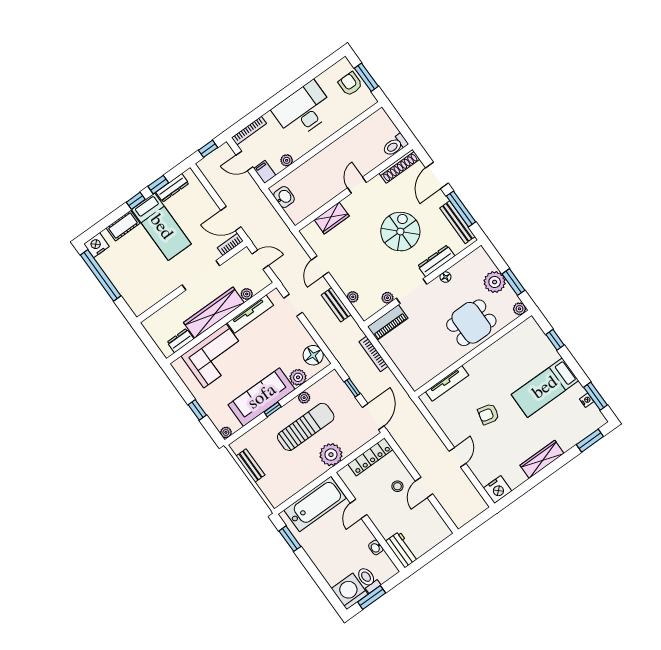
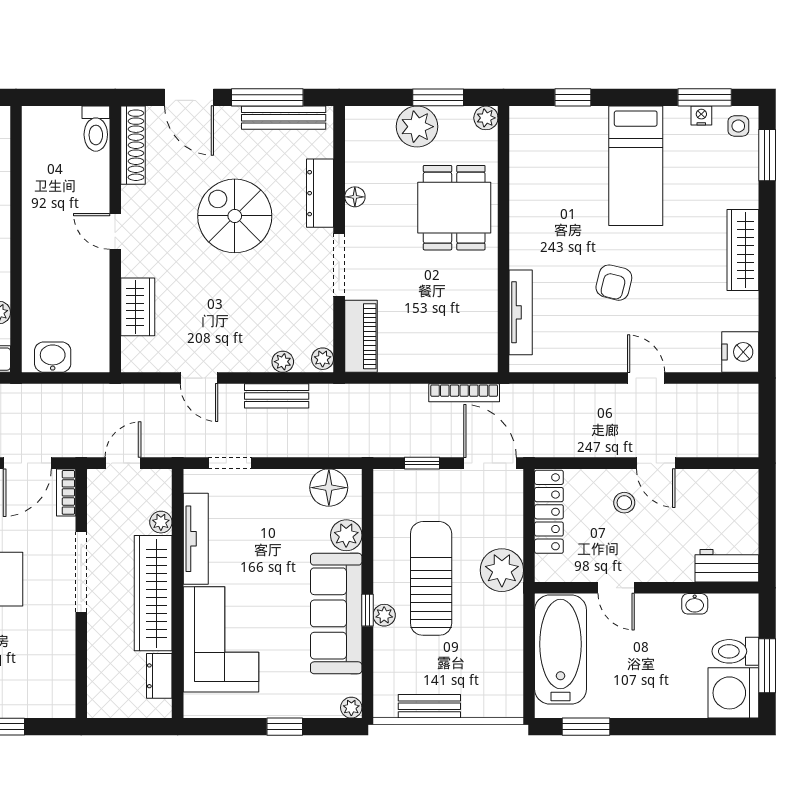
plant: (387, 298) -> (323, 359), moved
bookcase: (374, 354) -> (464, 393), moved
plant: (304, 398) -> (384, 615), moved
side table: (594, 419) -> (738, 126), added

